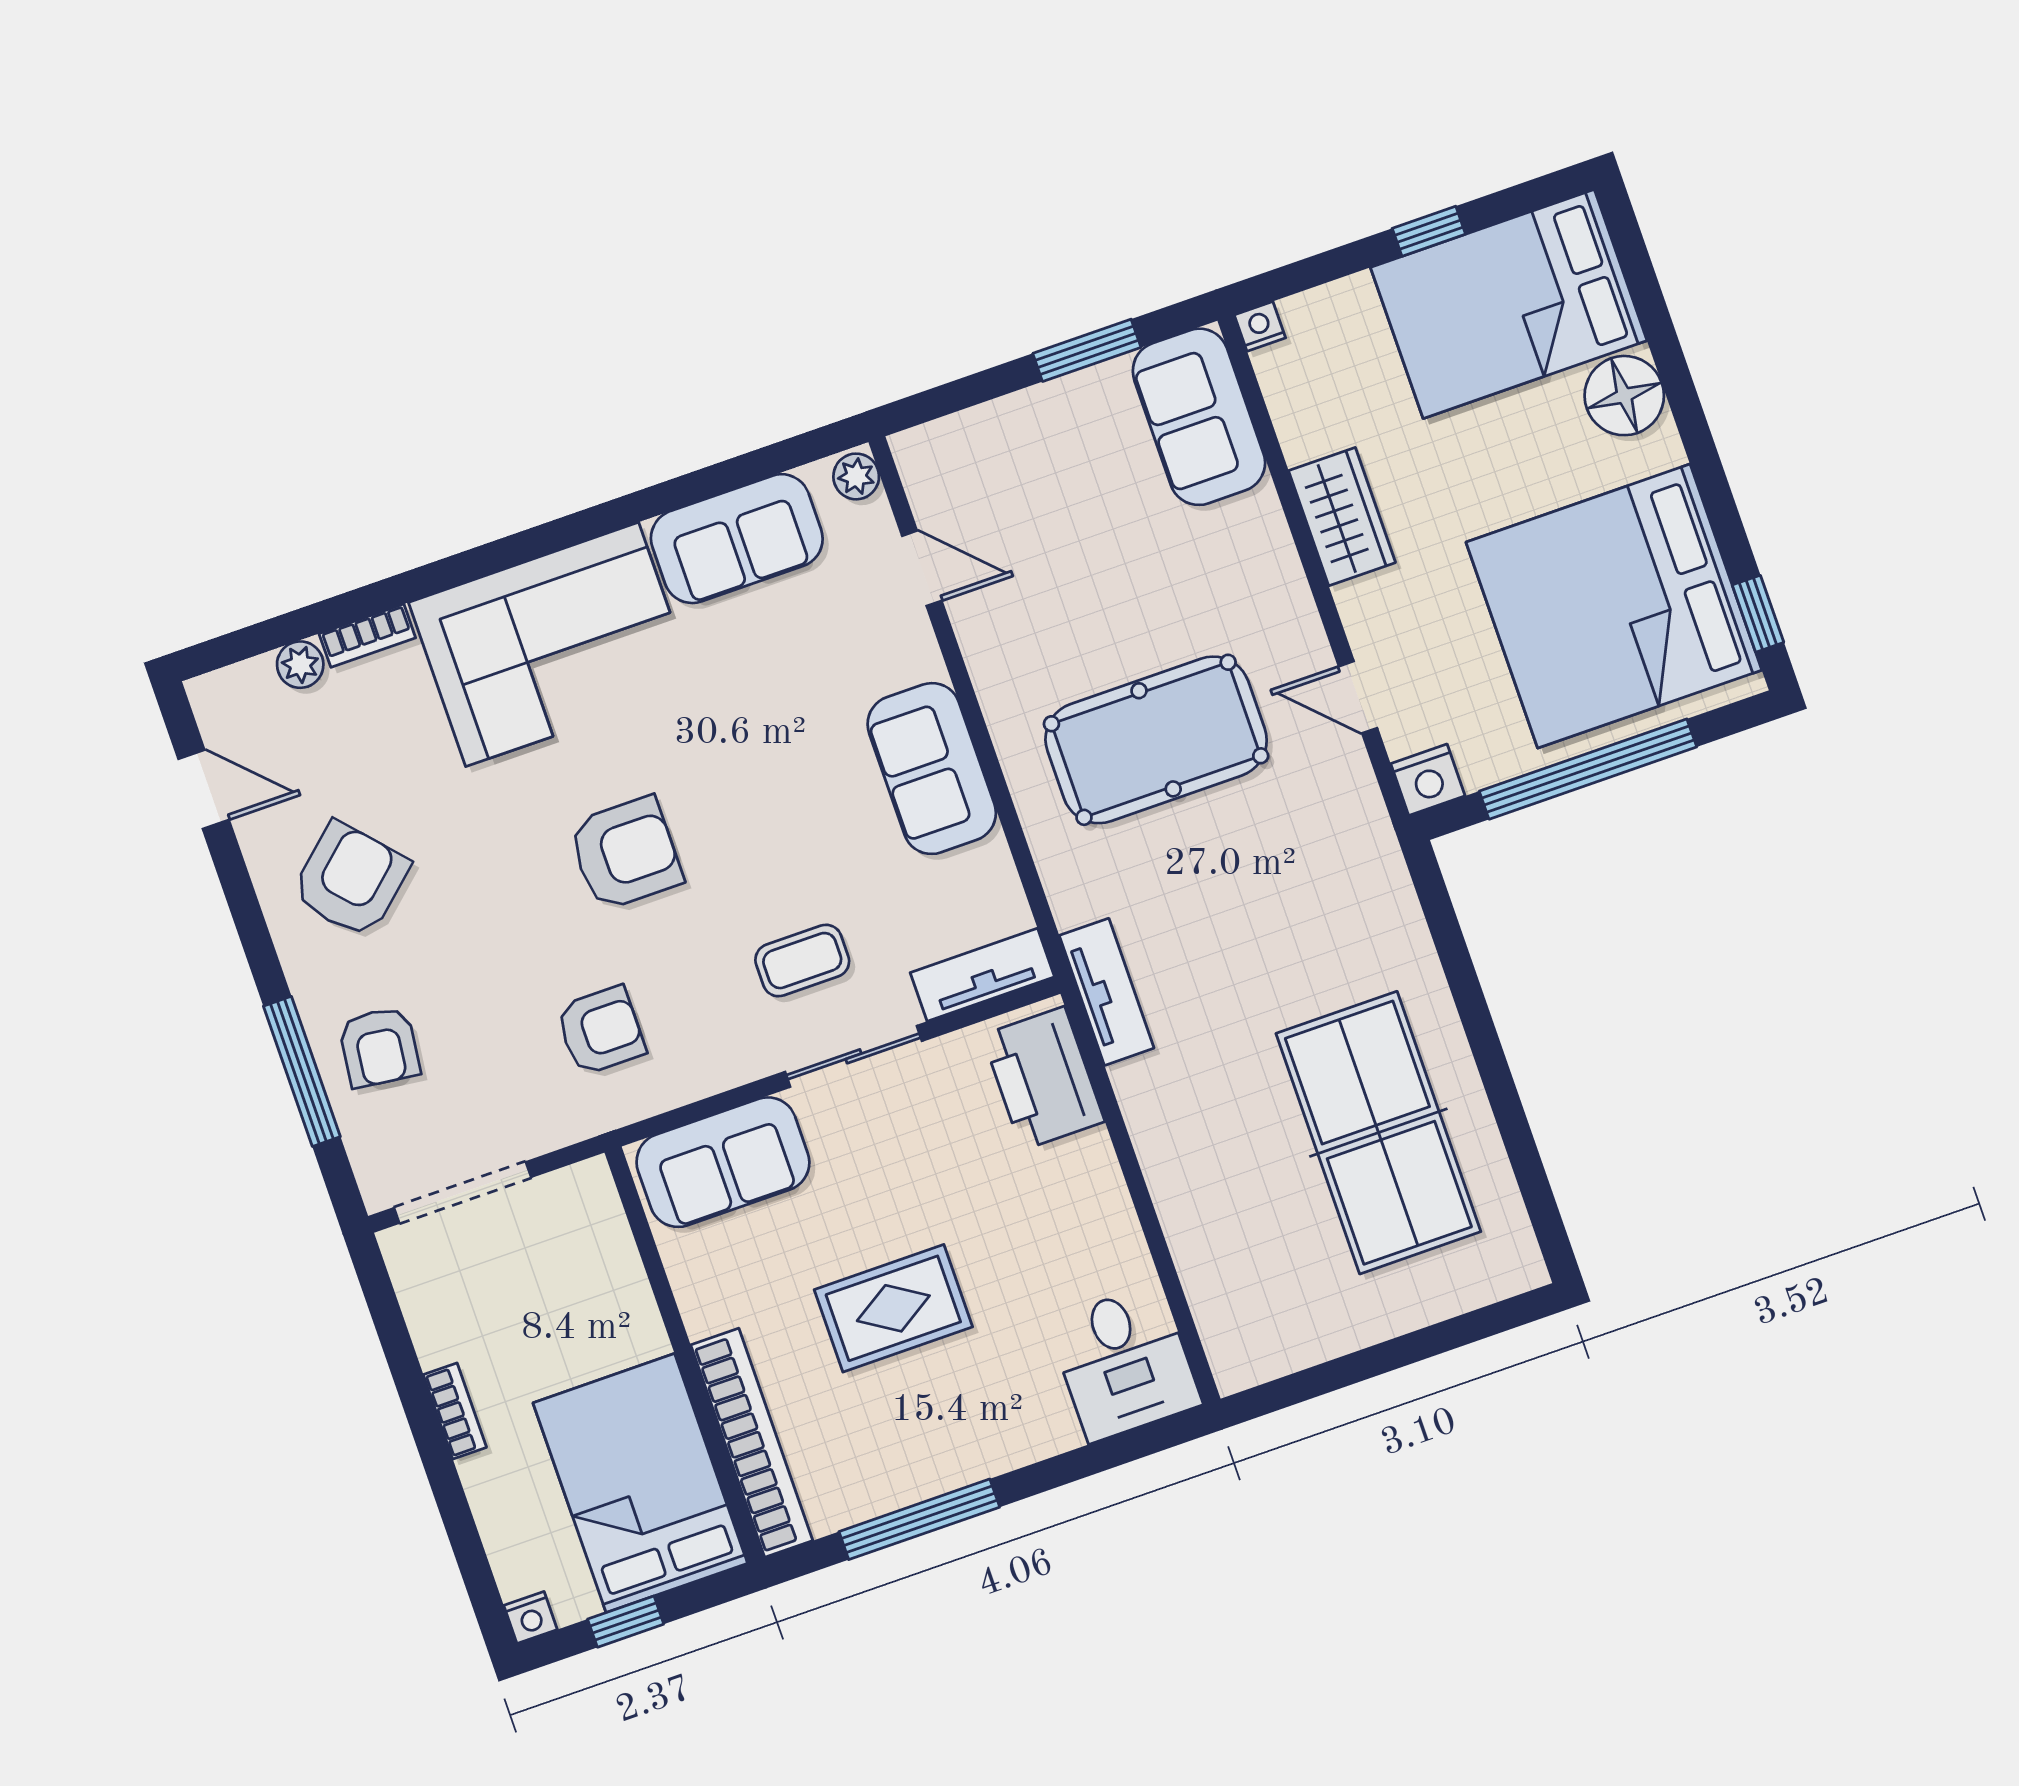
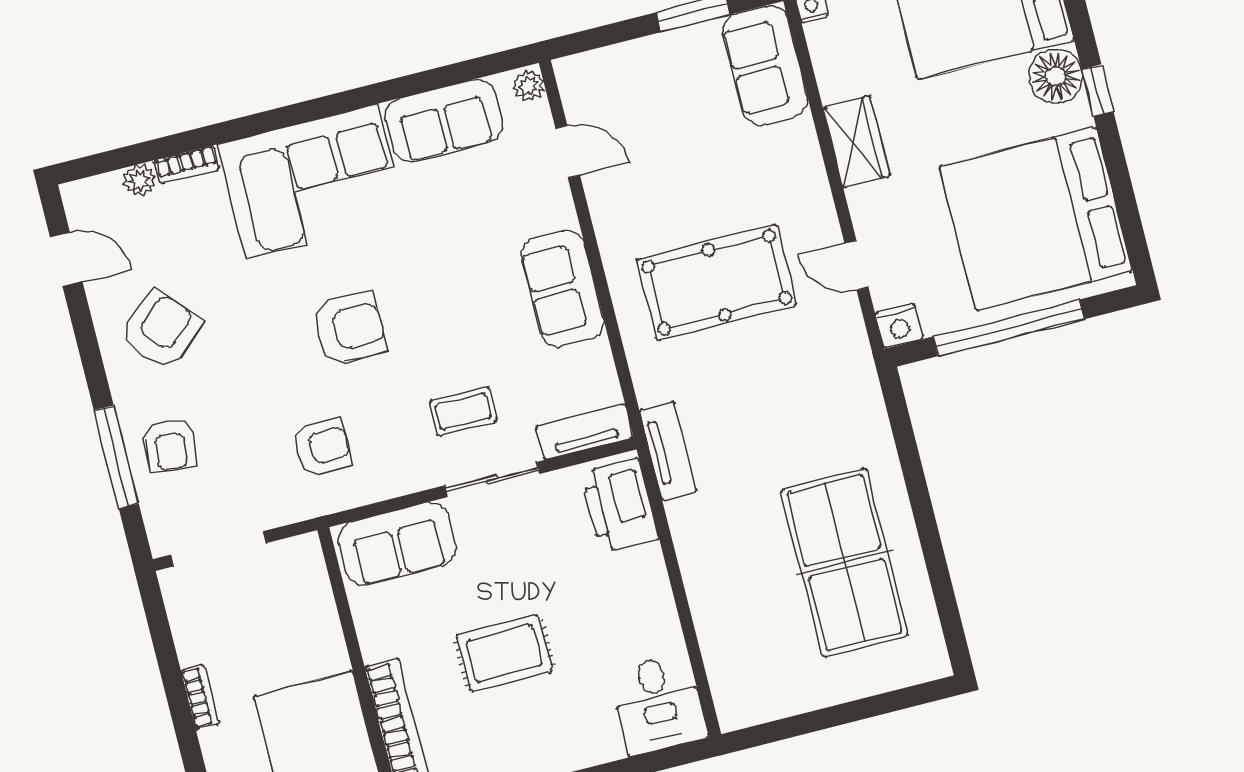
window: (1758, 614) -> (1097, 90), moved

